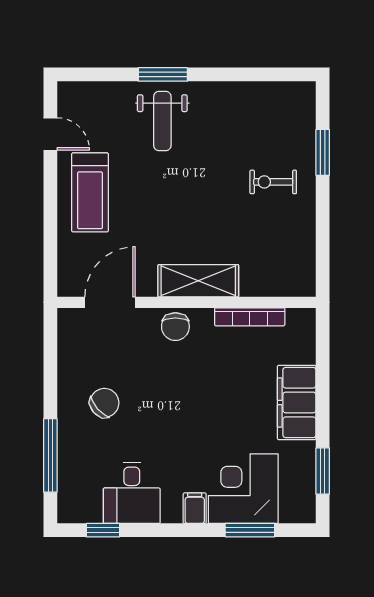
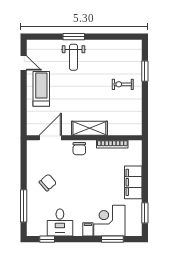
treadmill: (90, 192) -> (41, 89), turned 180

